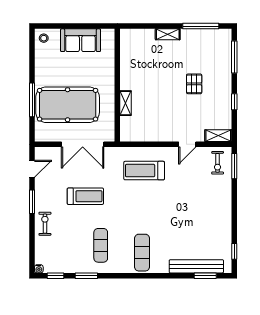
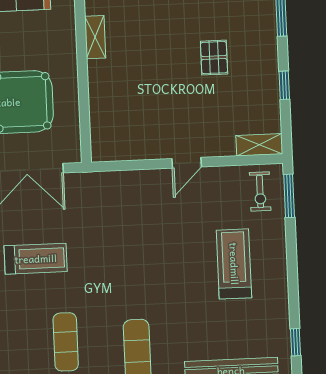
shelving: (126, 103) -> (95, 37), moved
door: (187, 144) -> (187, 163), moved
treadmill: (144, 171) -> (234, 264), moved, turned 90

